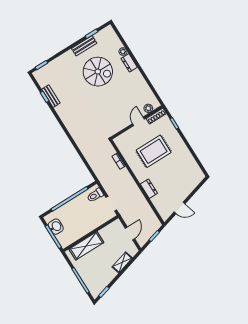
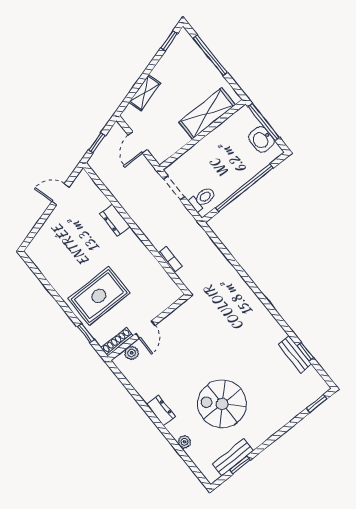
bench: (84, 46) -> (233, 457), moved
dresser: (129, 63) -> (161, 411), moved
rug: (154, 151) -> (99, 296), moved

